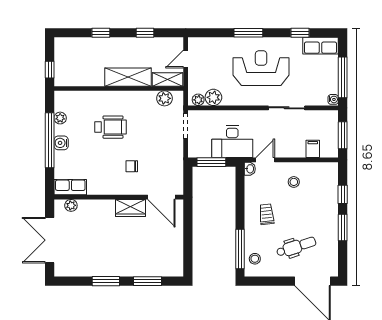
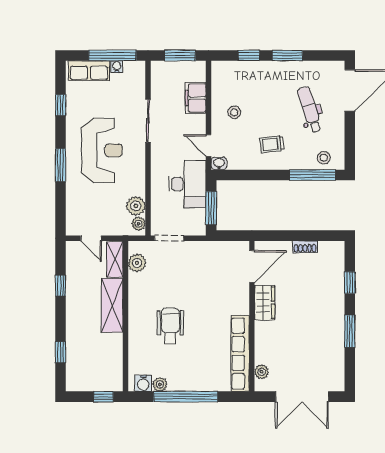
window: (101, 33) -> (60, 352), moved
row of seats: (321, 46) -> (89, 70), moved, turned 90
reception desk: (261, 68) -> (102, 150), turned 180
water cooler: (333, 99) -> (117, 66), moved
water cooler: (61, 143) -> (143, 383), moved
filing cabinet: (313, 149) -> (196, 98), width x2.00
chair: (132, 166) -> (216, 301), removed
row of seats: (70, 187) -> (240, 353), width x2.02
shoe rack: (178, 243) -> (305, 247), added
window: (148, 281) -> (350, 283), width x0.67

